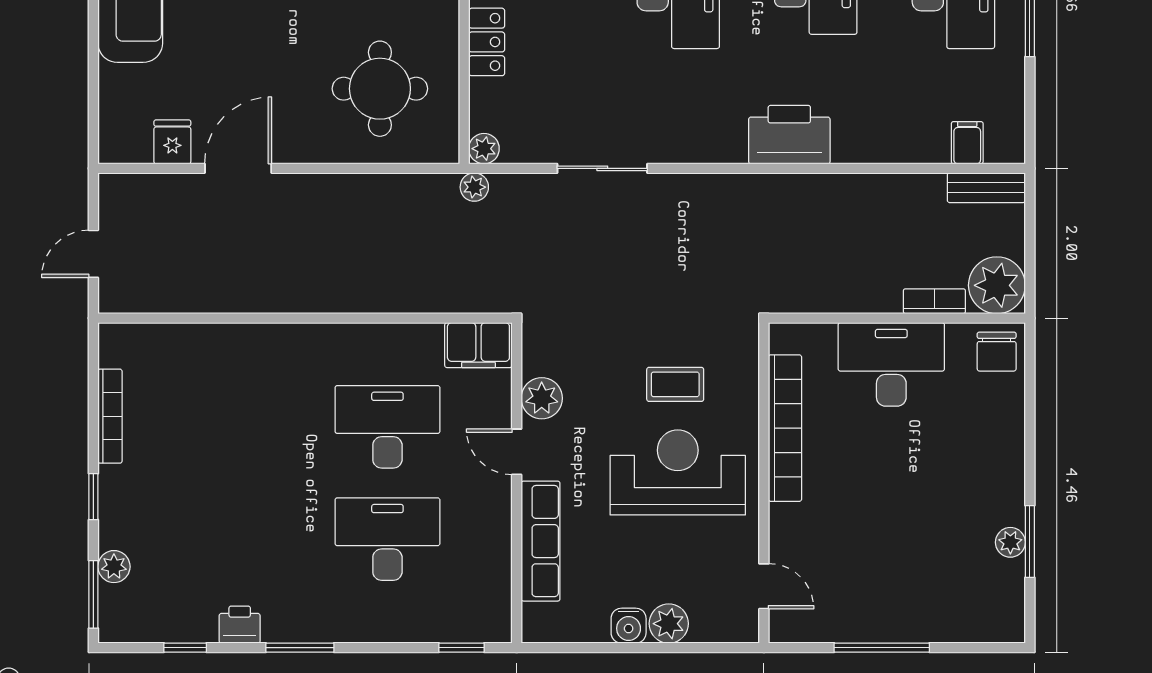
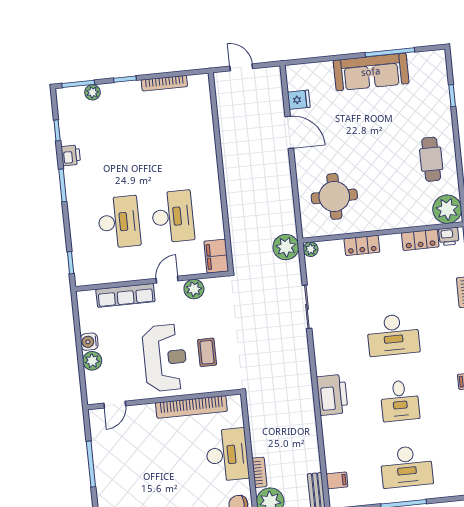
plant: (474, 187) -> (286, 247), width x1.88, depth x1.88

